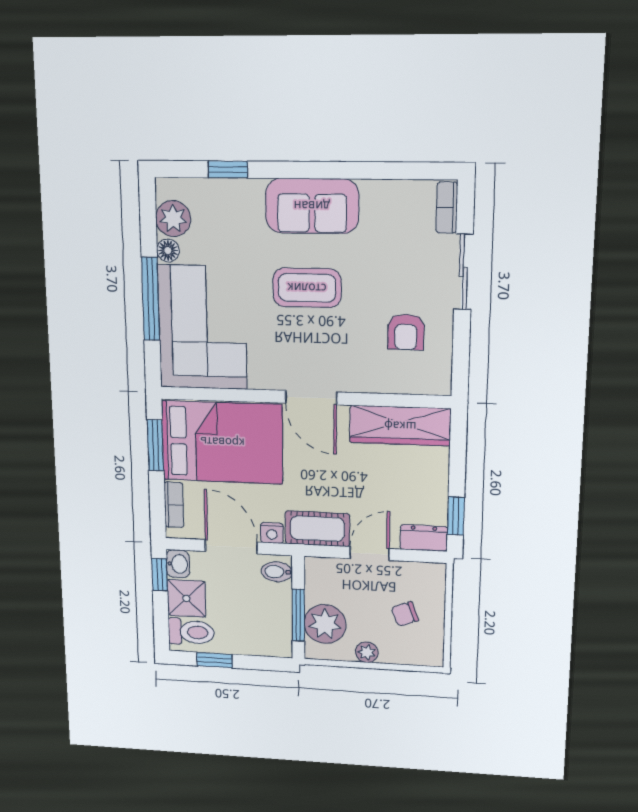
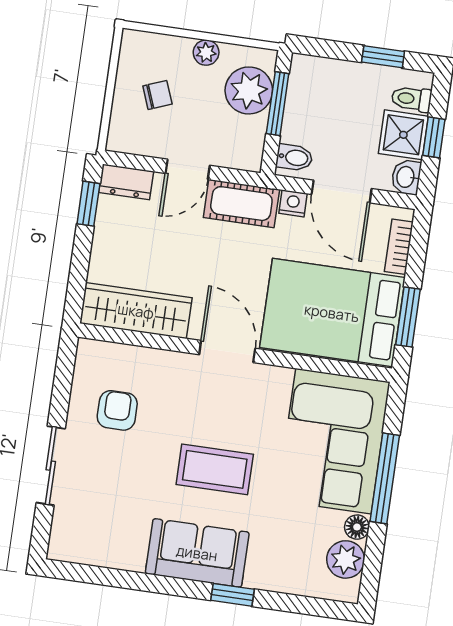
window: (228, 169) -> (232, 595), moved
bookcase: (447, 208) -> (60, 533), removed
window: (160, 575) -> (434, 137), moved
toilet: (191, 632) -> (411, 99), width x0.73, depth x0.72

